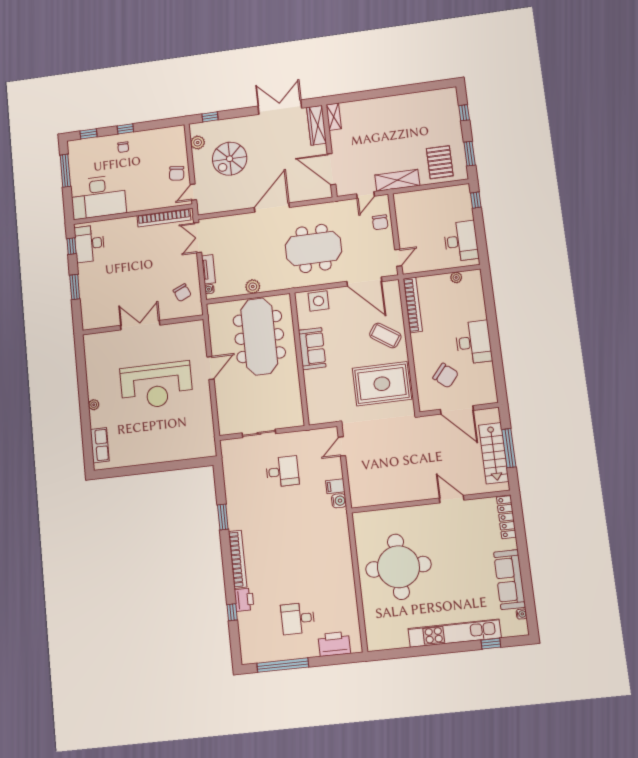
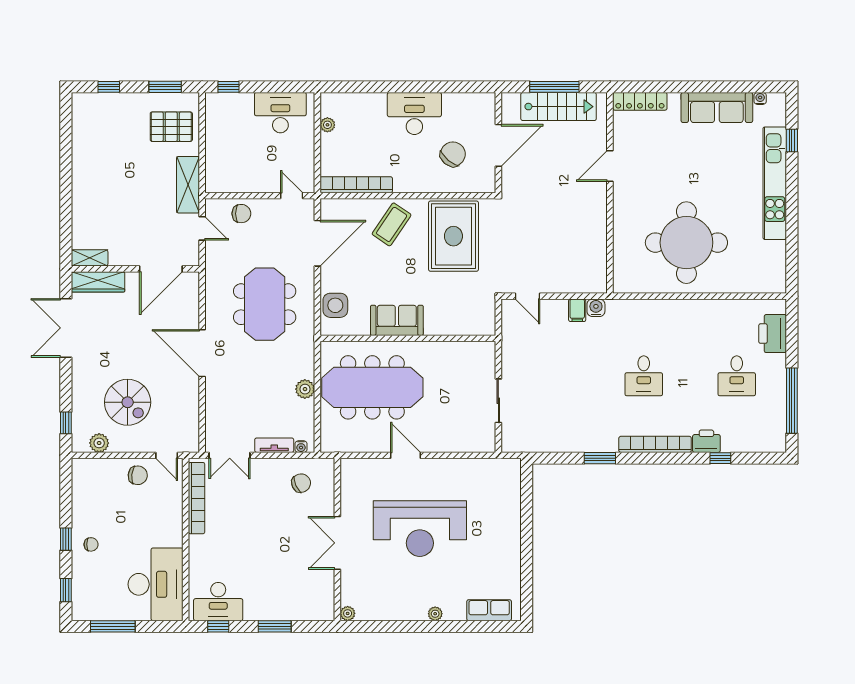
plant: (89, 339) -> (348, 613), added
reception desk: (156, 385) -> (420, 529), turned 90
desk: (282, 472) -> (644, 376), moved, turned 180

